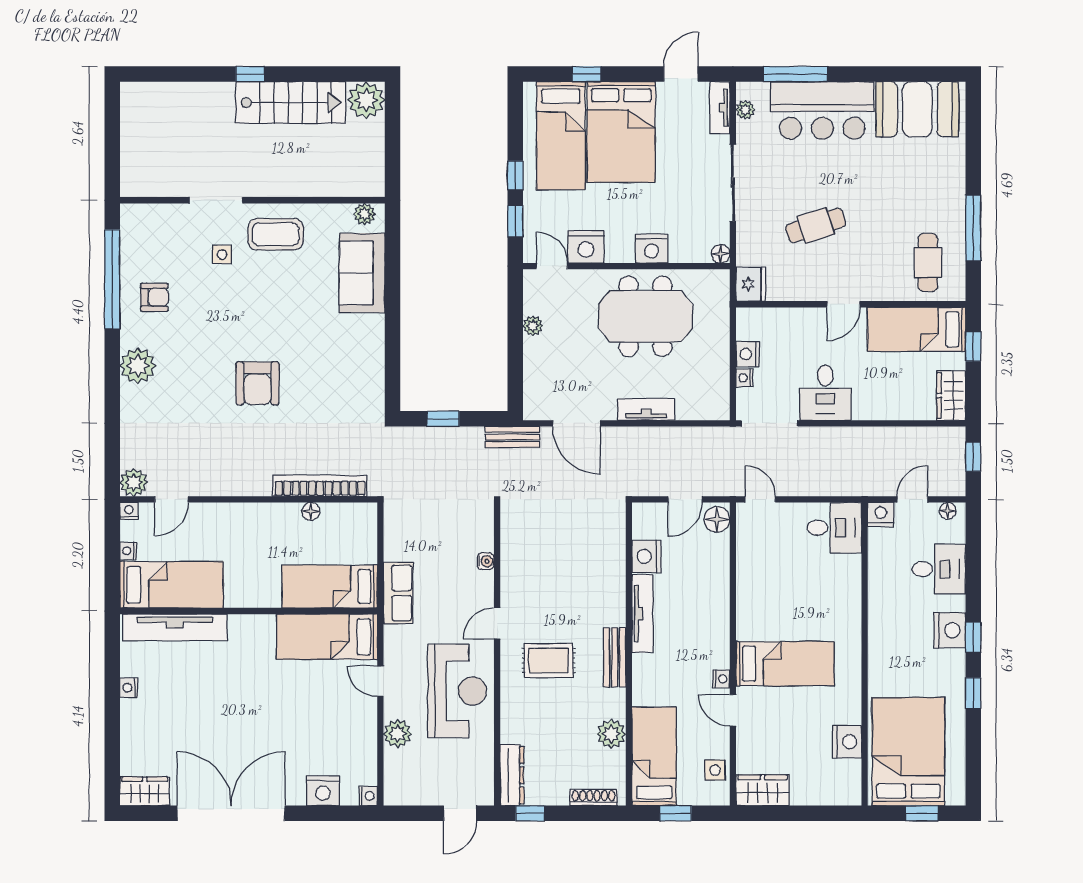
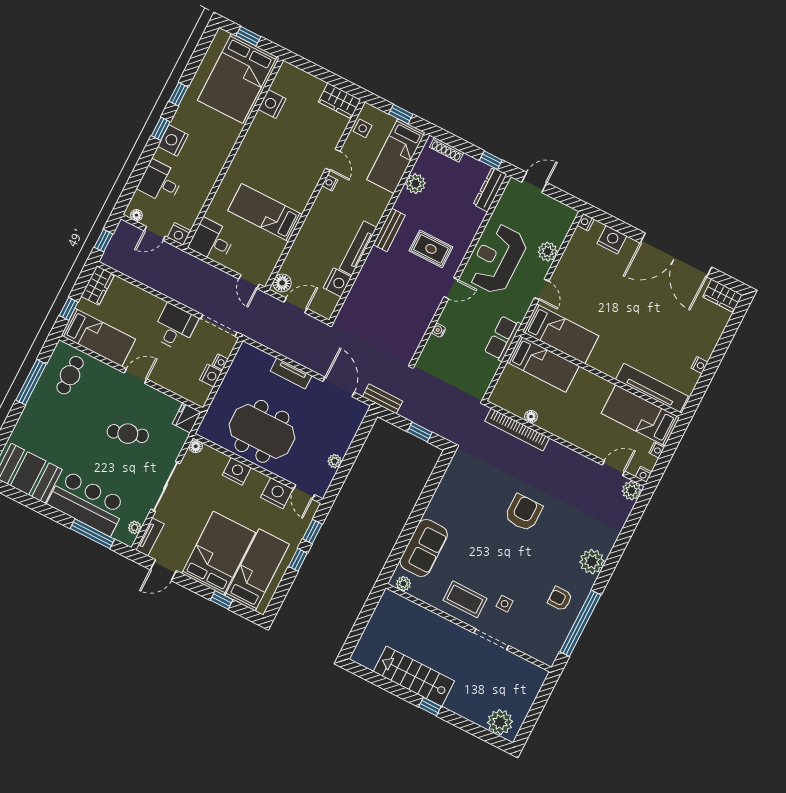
plant: (366, 100) -> (500, 722), moved
bed: (785, 664) -> (265, 213), moved

